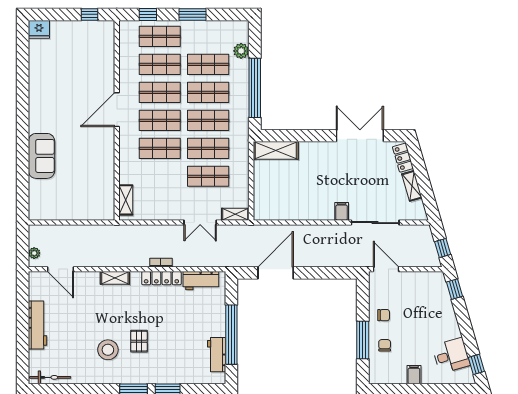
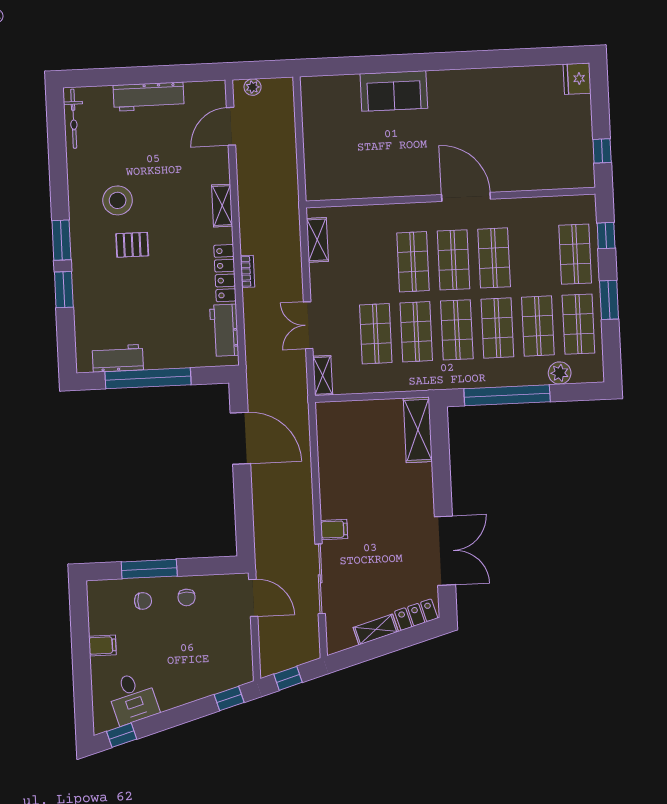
shop shelf: (160, 64) -> (578, 324), moved
shelving: (126, 200) -> (317, 240), moved, turned 90
door: (386, 269) -> (253, 598), hinge flipped

